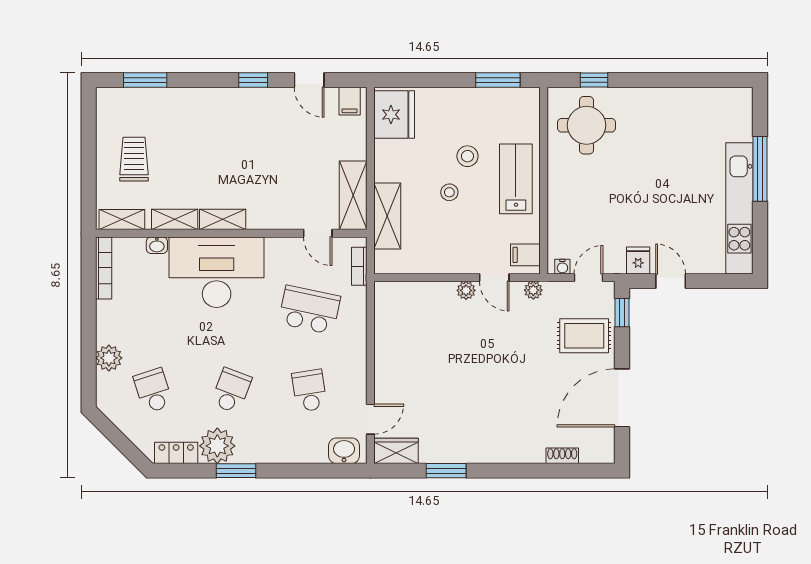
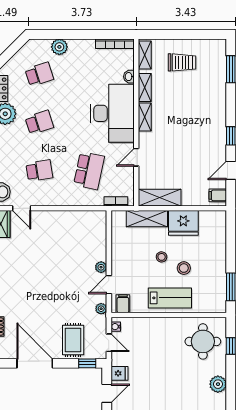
plant: (656, 101) -> (218, 384), added
fridge: (394, 115) -> (183, 223), moved
door: (318, 233) -> (136, 157), moved
school desk: (231, 391) -> (39, 122), turned -39

